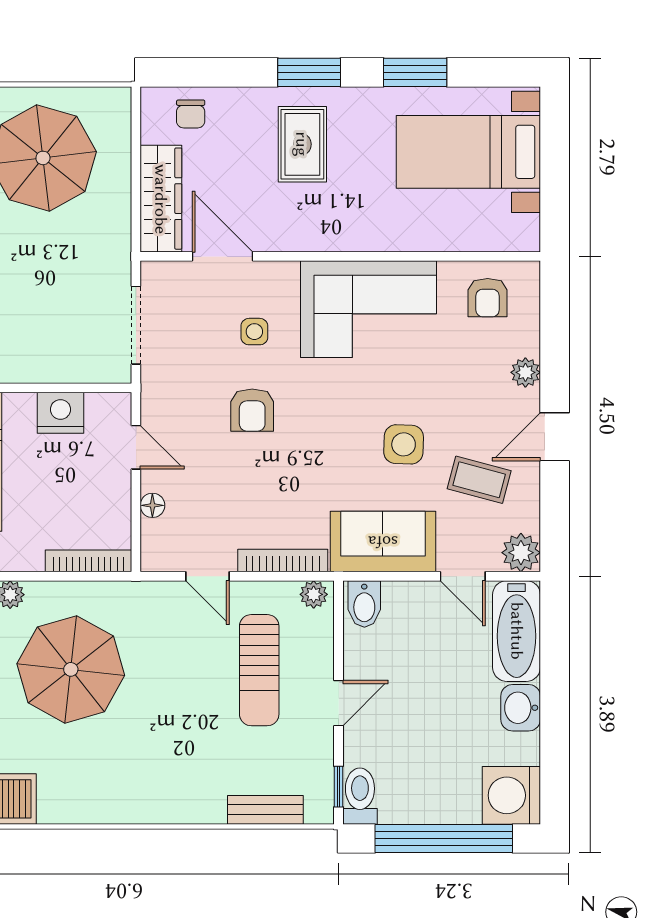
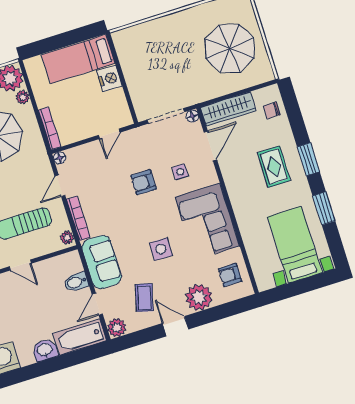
rug: (302, 144) -> (274, 167), turned 90
floor lamp: (153, 273) -> (192, 116), added
plant: (525, 372) -> (199, 297), width x1.88, depth x1.88
nightstand: (60, 413) -> (109, 78), moved
side table: (404, 444) -> (161, 249), moved
floor lamp: (152, 505) -> (60, 158), moved
bidet: (364, 604) -> (76, 282), moved

